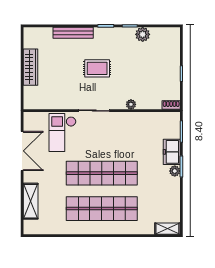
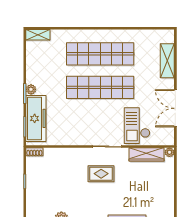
wardrobe: (30, 67) -> (147, 154), moved, turned -90
rug: (97, 68) -> (101, 174), moved
plant: (131, 104) -> (169, 152), moved
checkout: (62, 133) -> (137, 126), turned 180
freezer: (172, 152) -> (36, 118), width x1.91, depth x1.26

